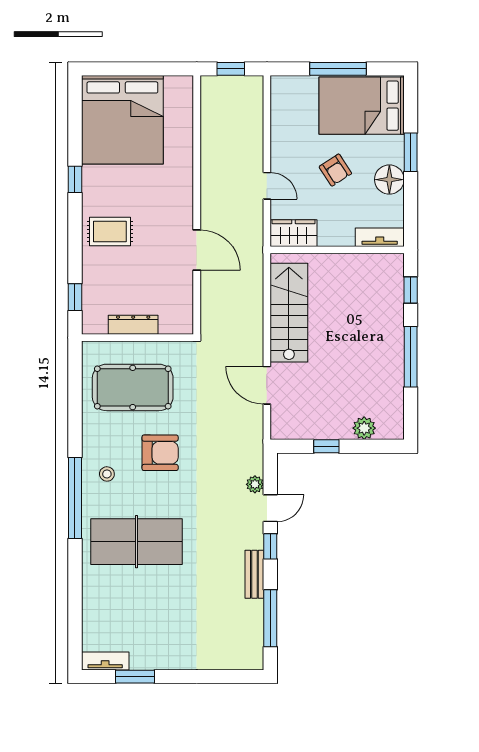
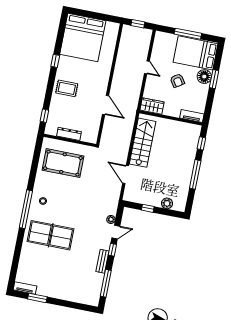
floor lamp: (389, 180) -> (204, 77), moved
door: (267, 186) -> (147, 67), moved
armchair: (160, 453) -> (70, 196), removed

